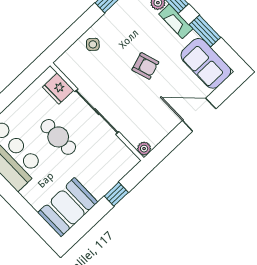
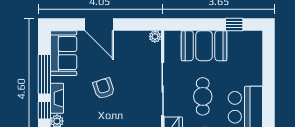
window: (205, 31) -> (44, 74), width x1.44
window: (116, 194) -> (234, 24), moved
booth: (68, 207) -> (204, 46), moved

